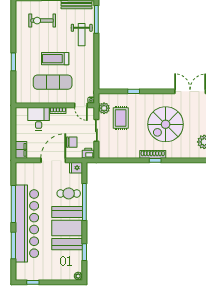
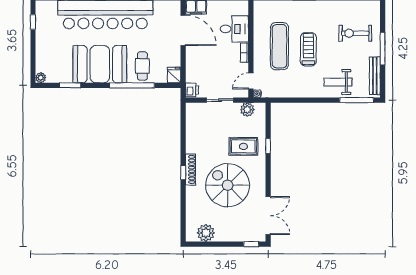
exercise bike: (42, 21) -> (355, 33), turned -90
rug: (121, 118) -> (243, 146), moved
chair: (72, 142) -> (206, 70), removed
door: (53, 160) -> (183, 30), moved

